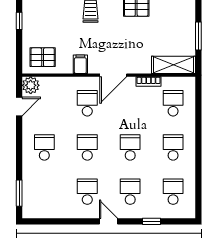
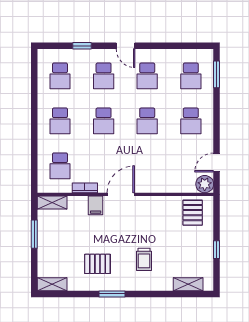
pallet: (43, 57) -> (193, 213), turned 90
filing cabinet: (80, 64) -> (96, 205), moved
shelving: (174, 65) -> (52, 203), width x0.67, depth x0.75
school desk: (87, 103) -> (191, 76), moved

